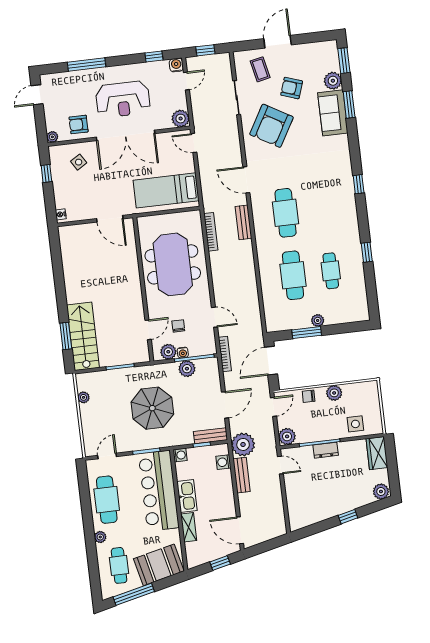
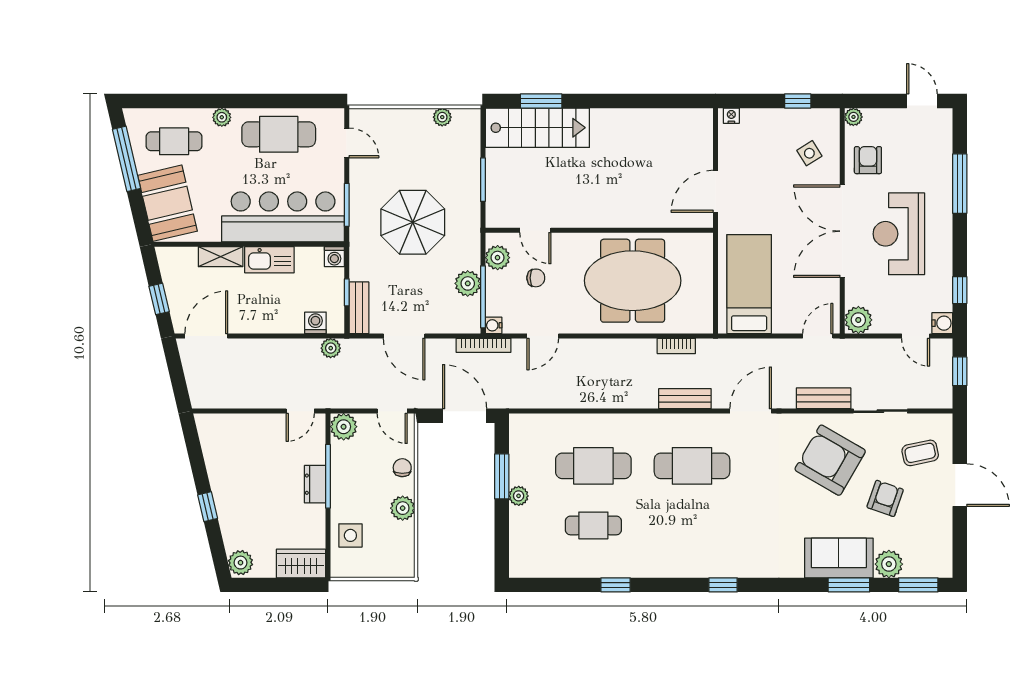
bookcase: (211, 232) -> (676, 346), width x0.64
water cooler: (183, 353) -> (494, 325), moved
plant: (243, 444) -> (331, 348), width x0.53, depth x0.53
bench: (242, 475) -> (824, 398), moved

